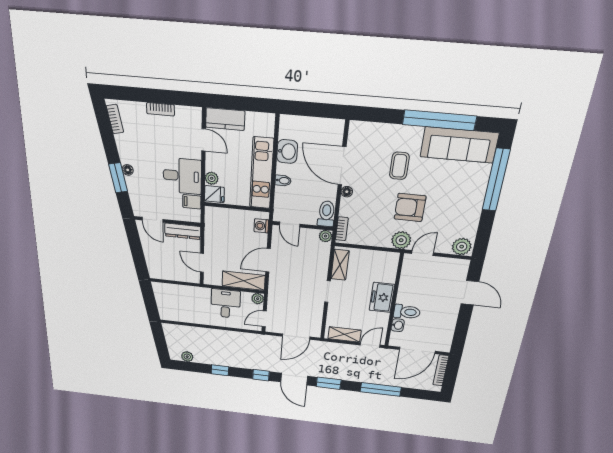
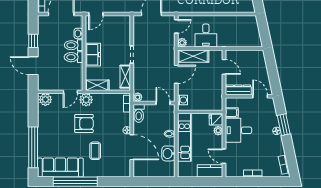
toilet: (410, 297) -> (74, 57), added
window: (463, 323) -> (33, 41), added
shelving: (344, 334) -> (97, 85), moved

